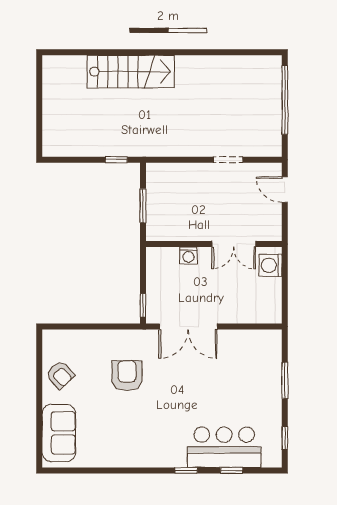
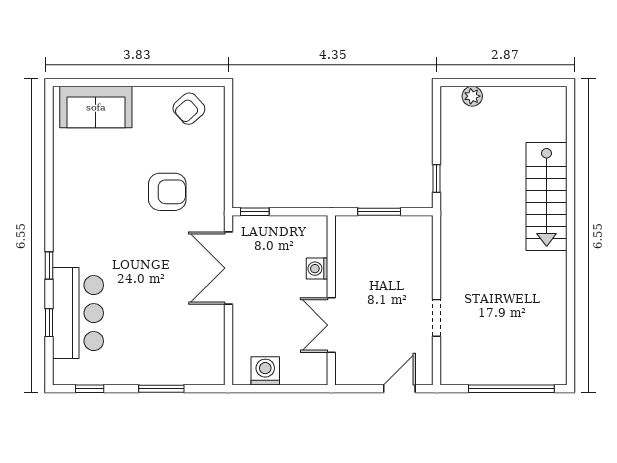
plant: (50, 131) -> (472, 96), added
washing machine: (271, 265) -> (265, 371), moved
armchair: (60, 375) -> (189, 109), moved

